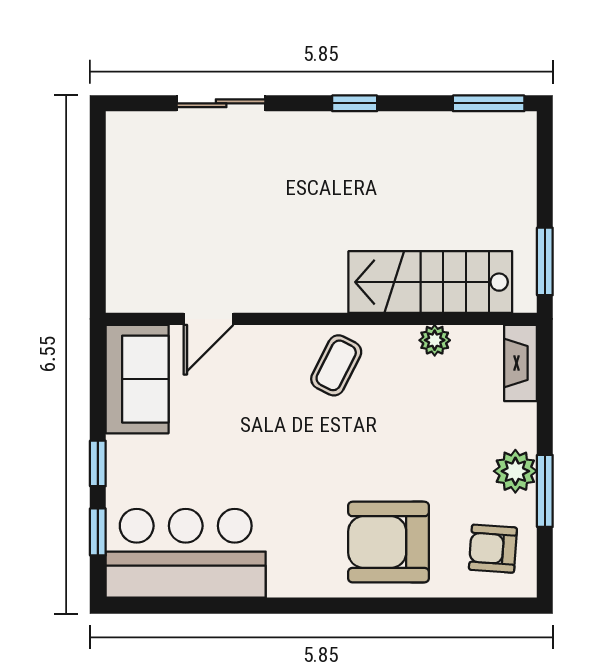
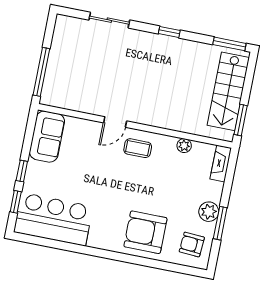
window: (98, 243) -> (41, 72), added
stairs: (430, 282) -> (228, 91), moved, turned -90
door: (208, 319) -> (115, 122), moved
coffee table: (336, 365) -> (138, 148), turned 63

